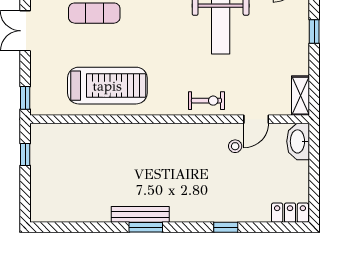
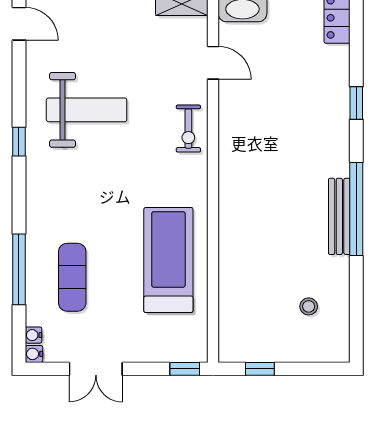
exercise bike: (206, 101) -> (188, 129), turned 180
stool: (235, 146) -> (309, 306), moved
window: (146, 227) -> (356, 209), width x2.11

